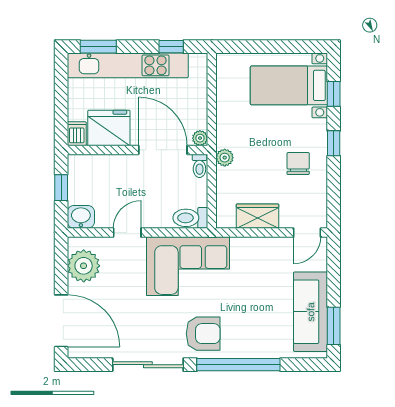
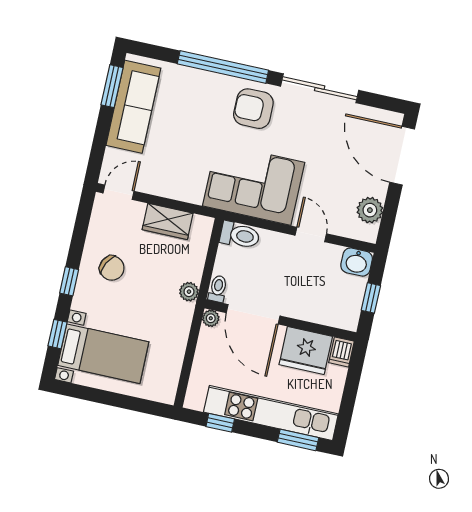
chair: (298, 163) -> (112, 268), turned -62
door: (127, 233) -> (311, 234), swing flipped
plant: (84, 266) -> (370, 210), width x0.73, depth x0.73

